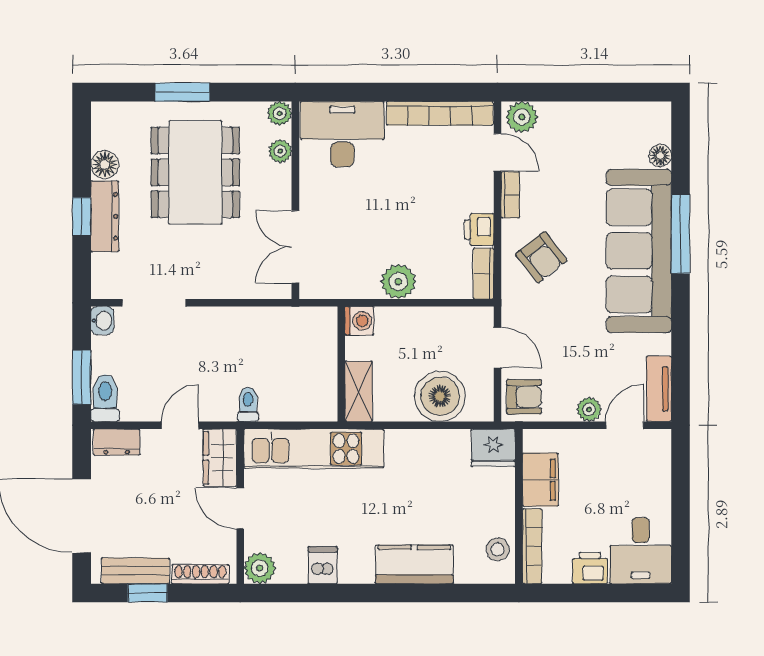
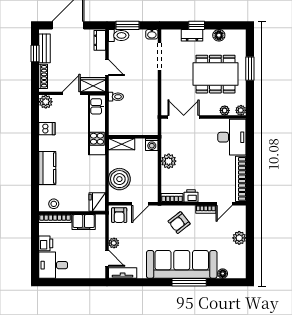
plant: (522, 117) -> (239, 238), moved
dresser: (105, 216) -> (192, 35), width x0.70

